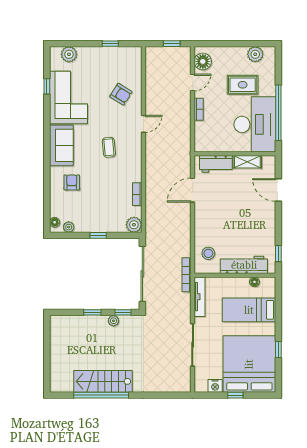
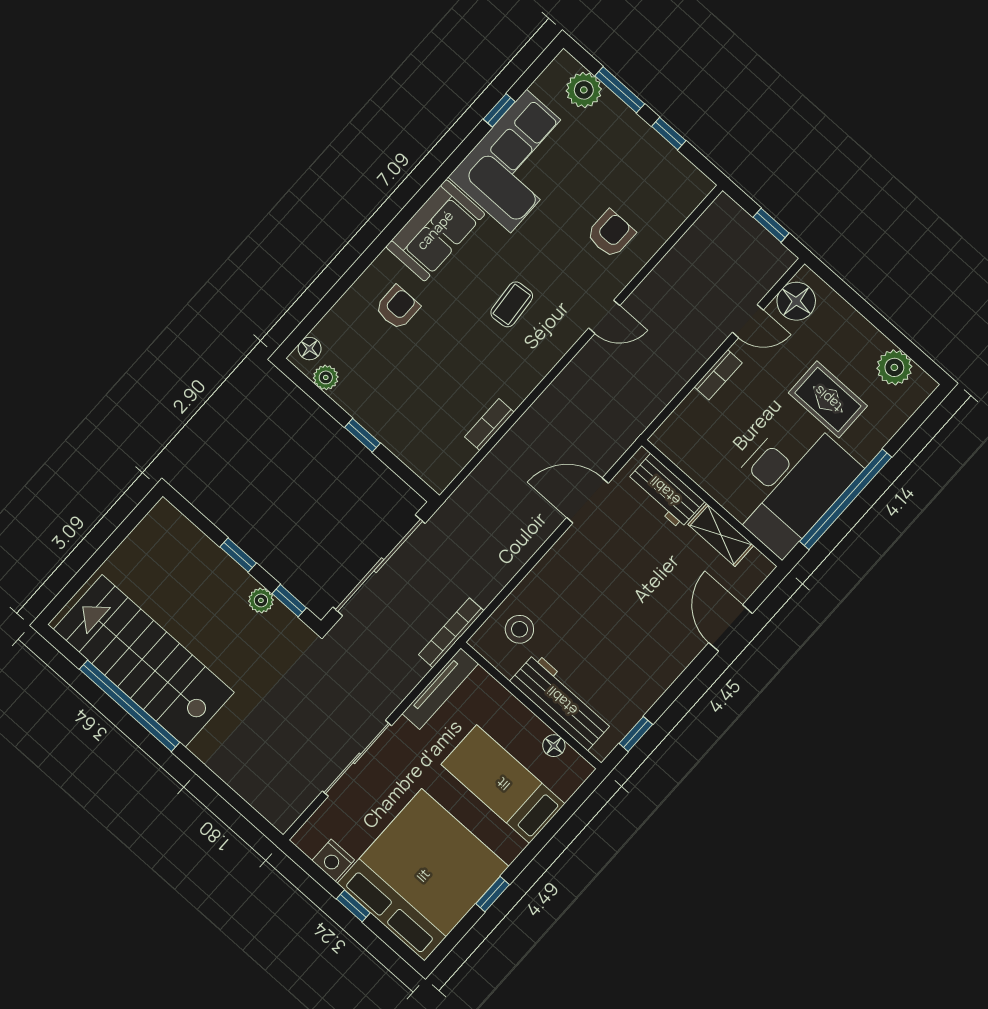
window: (81, 44) -> (620, 90), added
armchair: (121, 94) -> (611, 234), turned -122
plant: (134, 225) -> (438, 471), removed
stairs: (103, 381) -> (144, 661), width x1.36, depth x1.51

